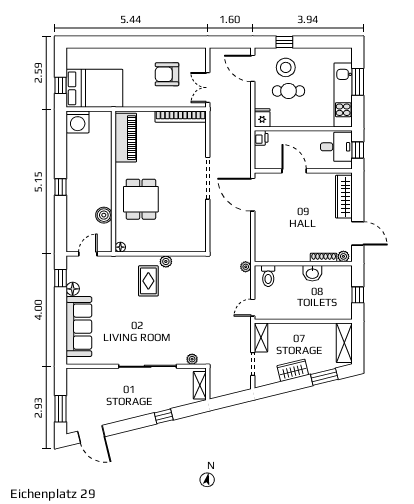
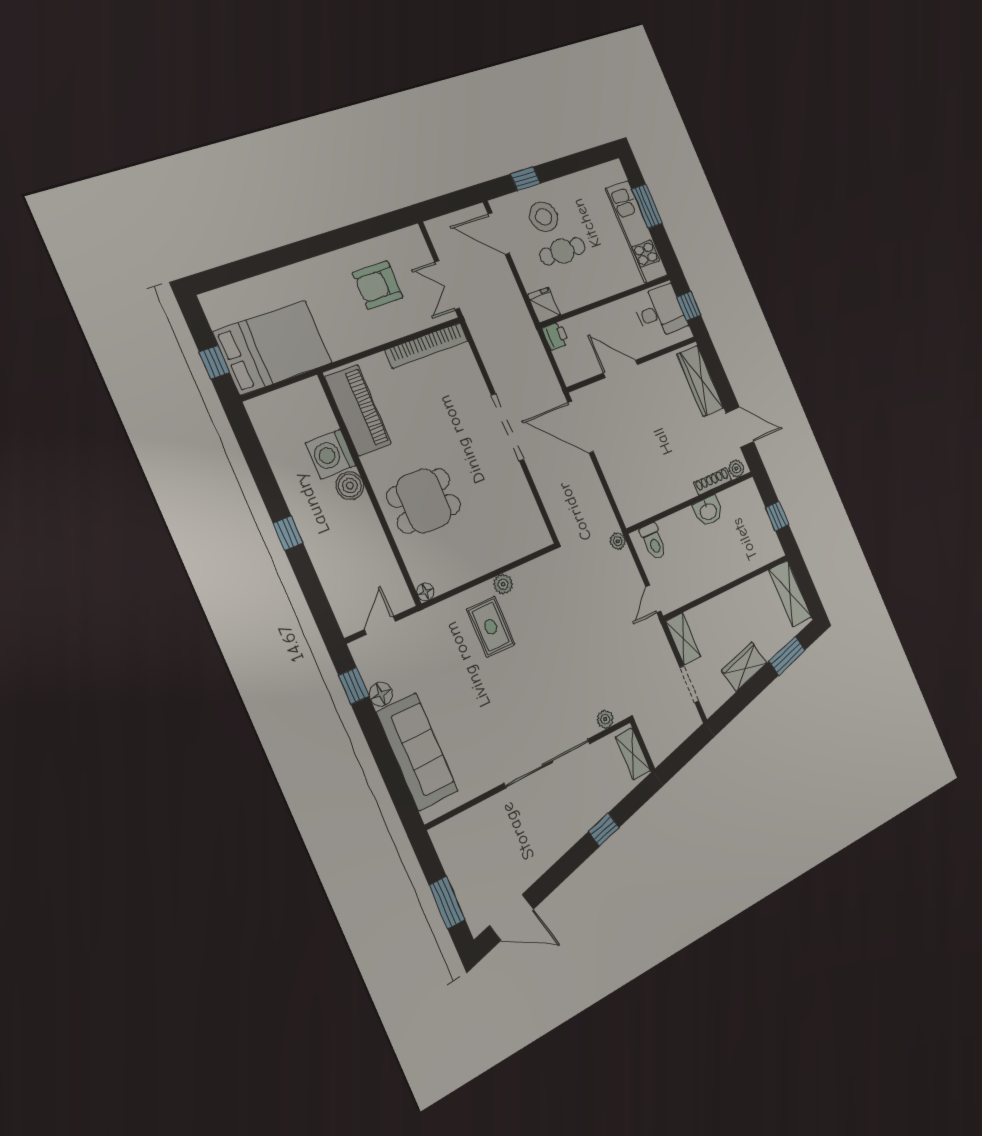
washing machine: (78, 122) -> (331, 454), moved, turned 90
dining table: (141, 199) -> (424, 501), turned 90
boiler: (104, 215) -> (350, 486), moved

